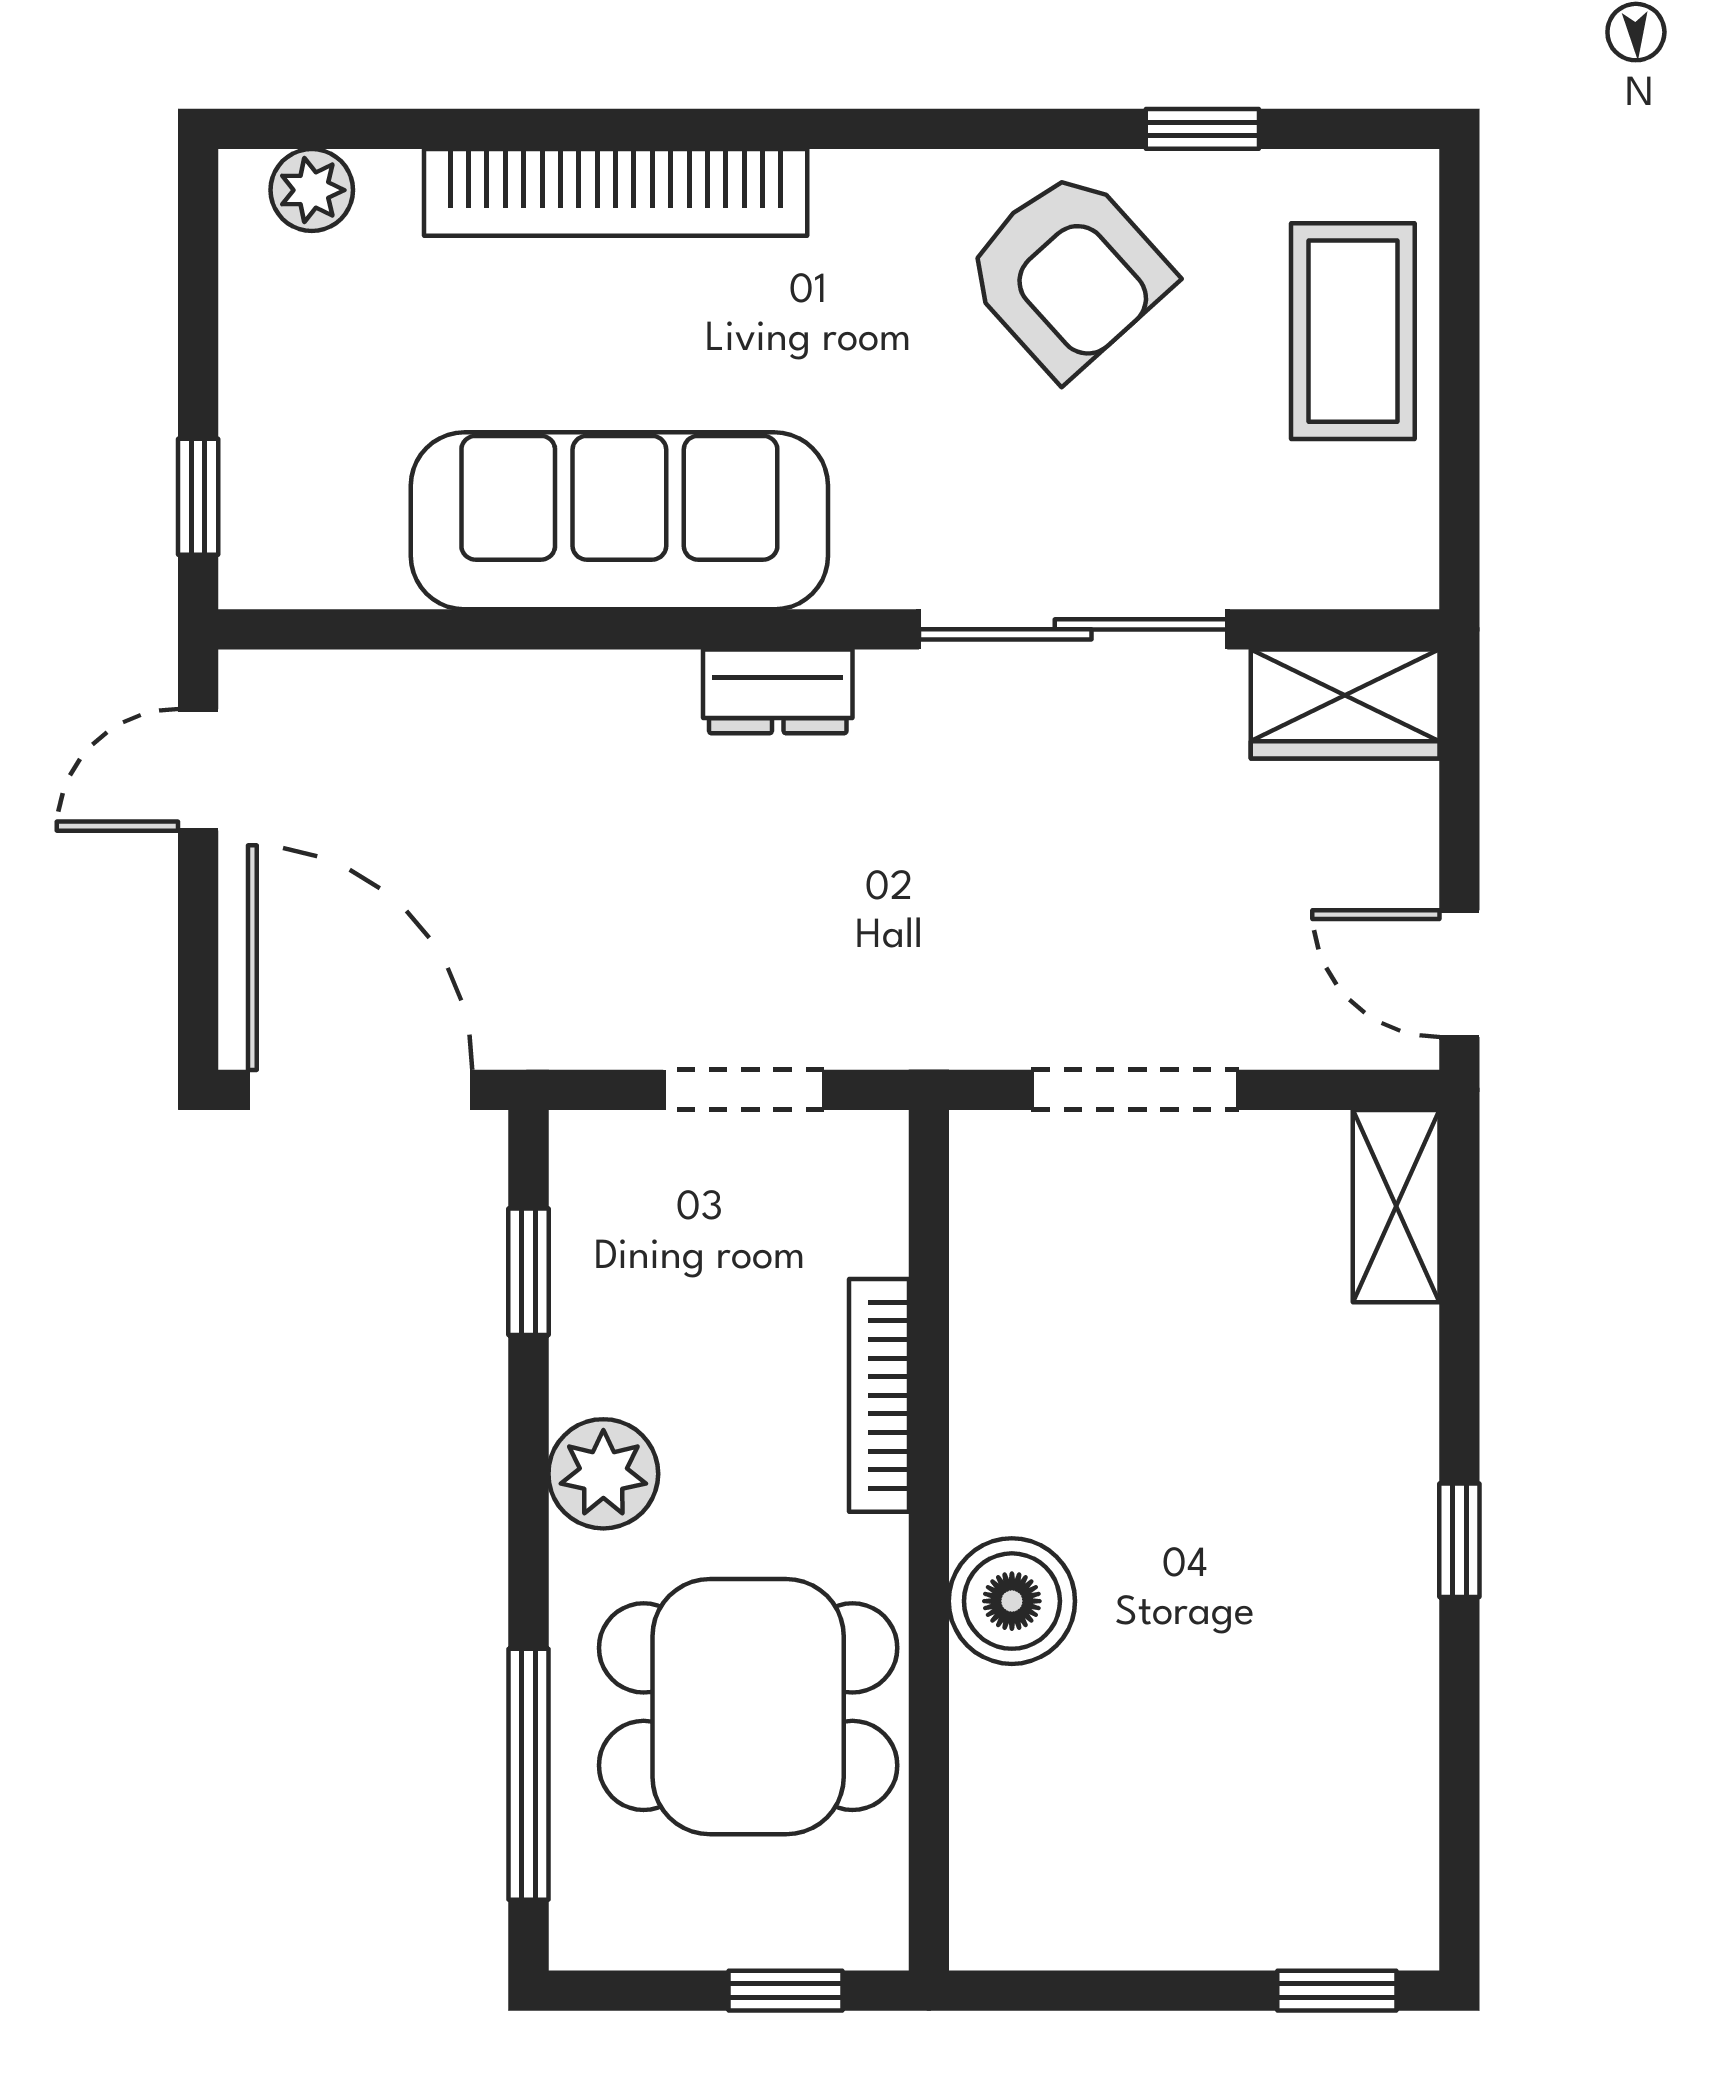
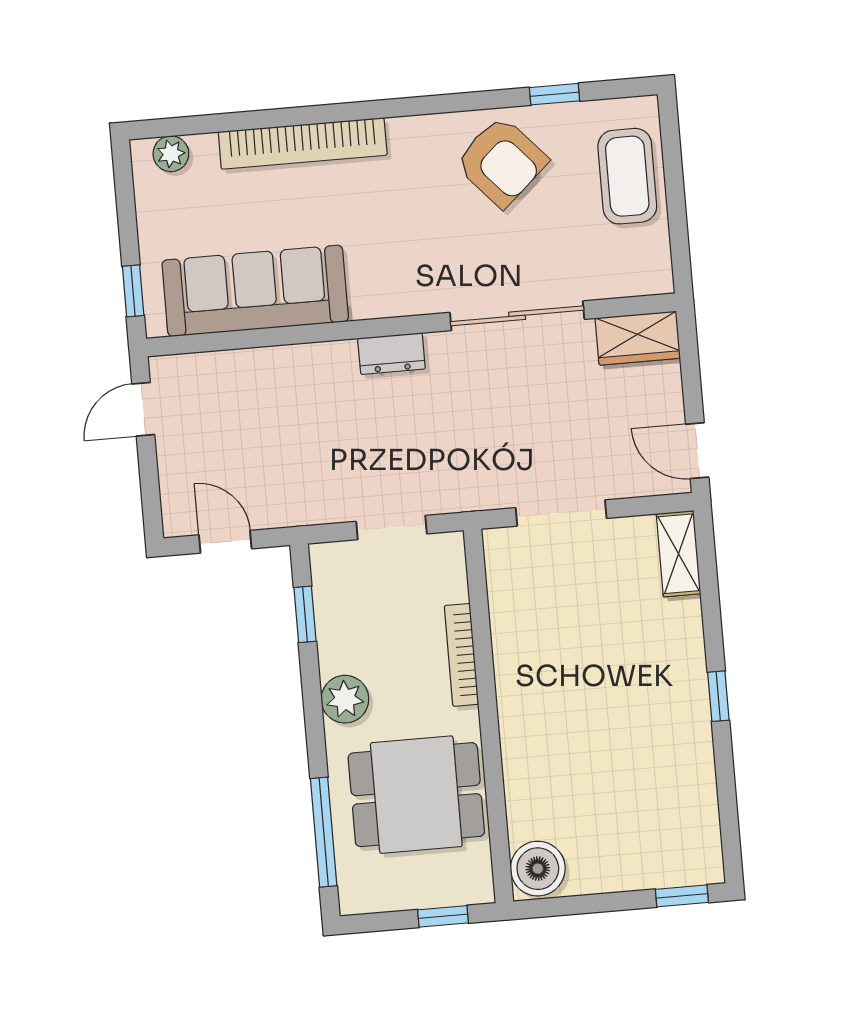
sofa: (619, 521) -> (255, 291), moved
door: (360, 1090) -> (225, 542), width x0.53
boiler: (1012, 1601) -> (538, 869), moved

